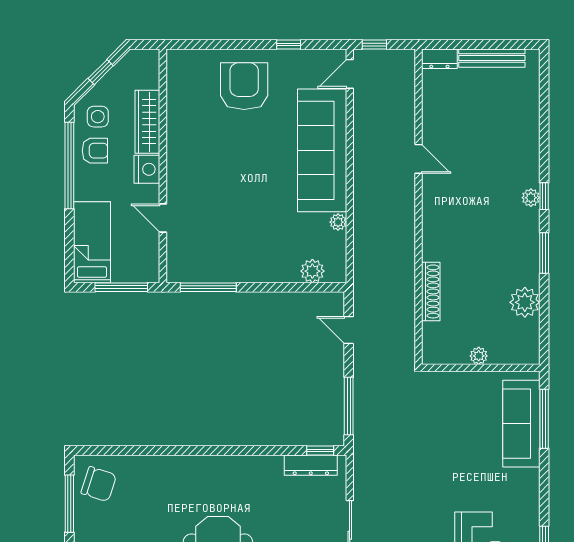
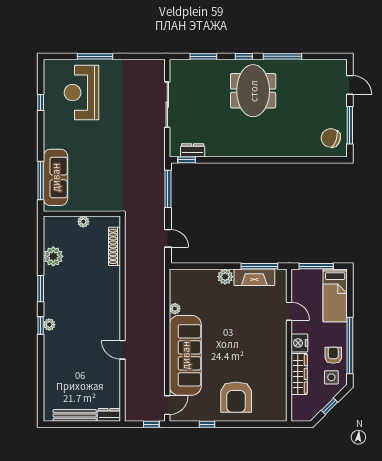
armchair: (95, 151) -> (333, 355), turned 90
fireplace: (216, 270) -> (254, 277), added
plant: (312, 271) -> (225, 277), moved
shoe rack: (431, 291) -> (114, 246), moved
dresser: (311, 465) -> (193, 150), width x0.70

